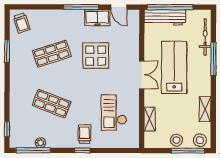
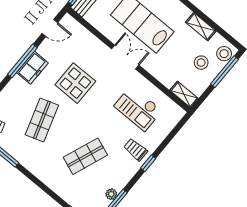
freezer: (97, 18) -> (32, 68), moved
shelving: (150, 119) -> (184, 94), moved
stool: (176, 140) -> (201, 63), moved

